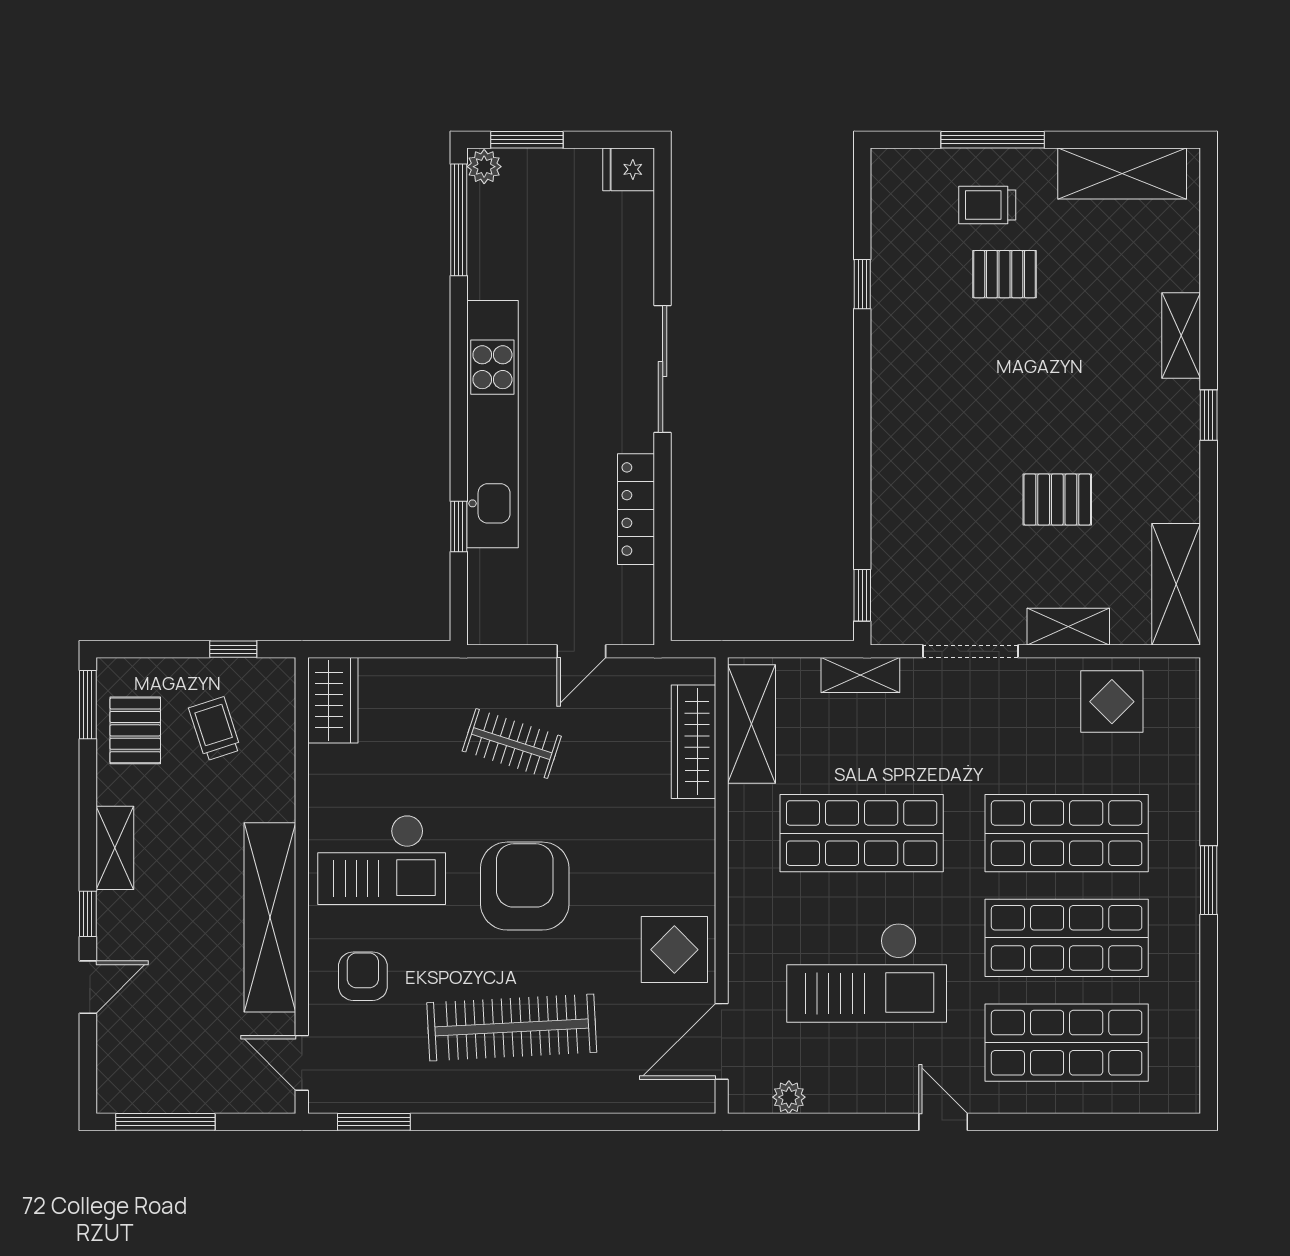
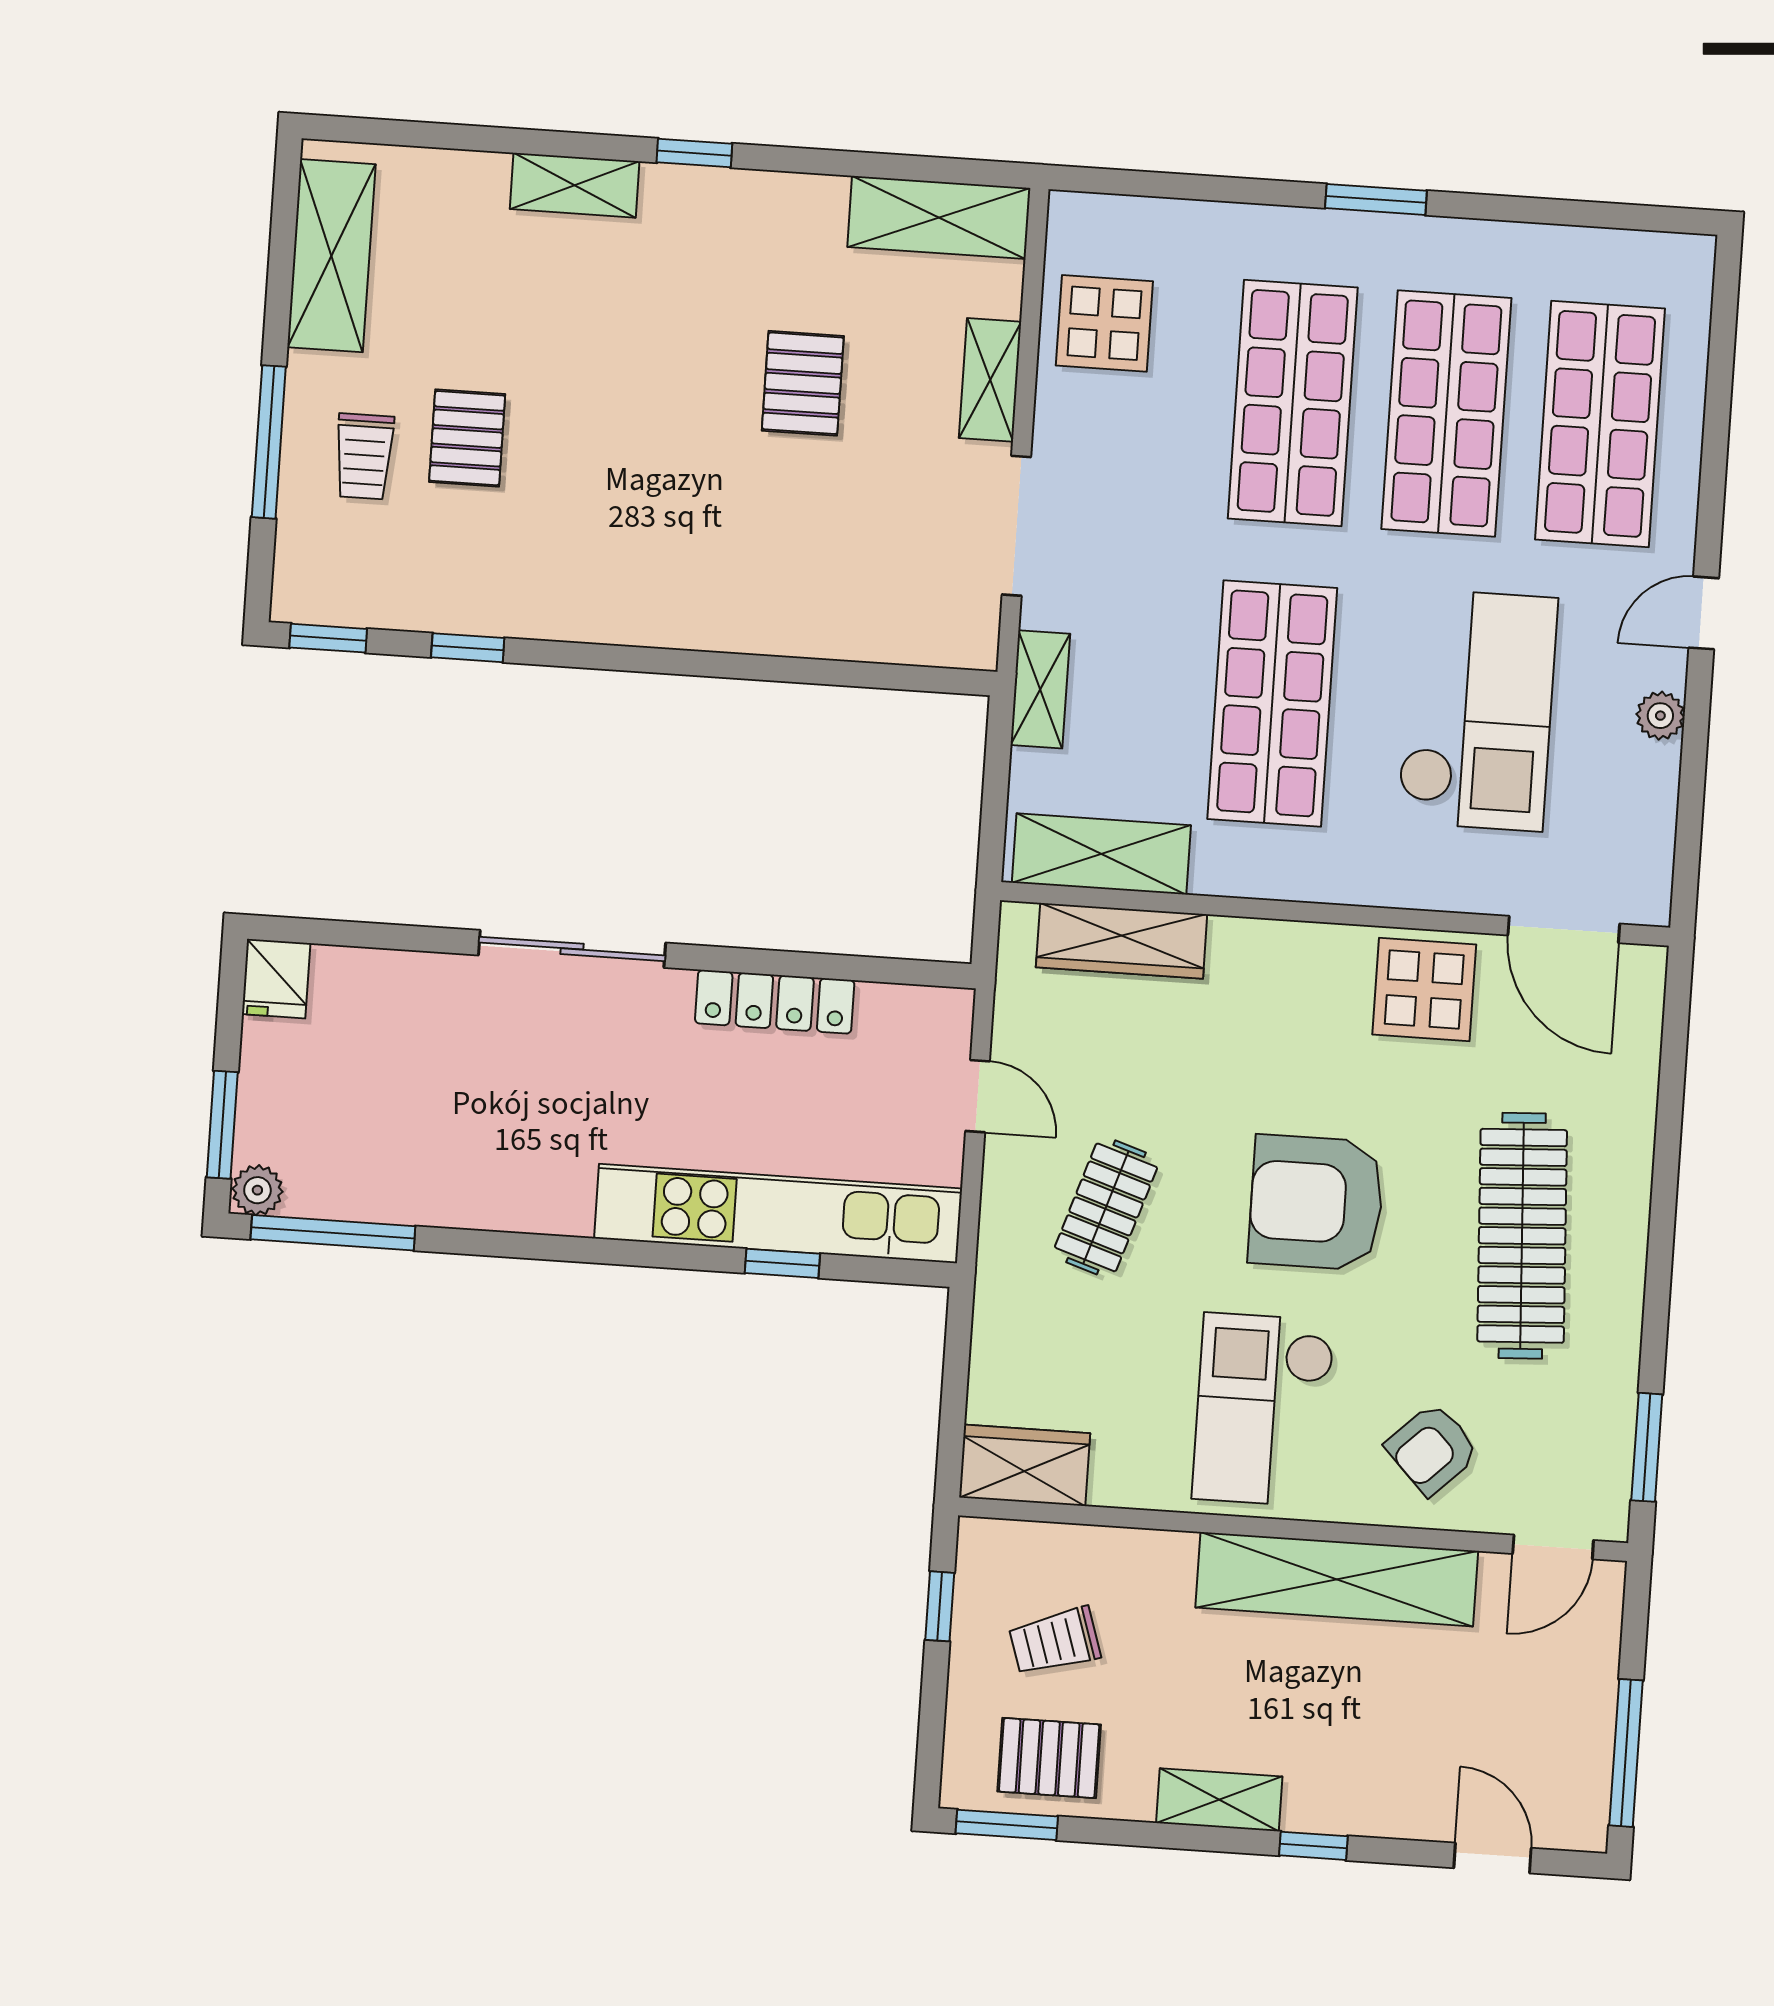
kitchen unit: (492, 424) -> (778, 1213), moved
window: (862, 595) -> (328, 638), moved
checkout: (382, 860) -> (1263, 1410), turned 180
armchair: (363, 976) -> (1432, 1449), turned -44
door: (88, 987) -> (1493, 1858), moved
plant: (789, 1097) -> (1660, 716), moved

